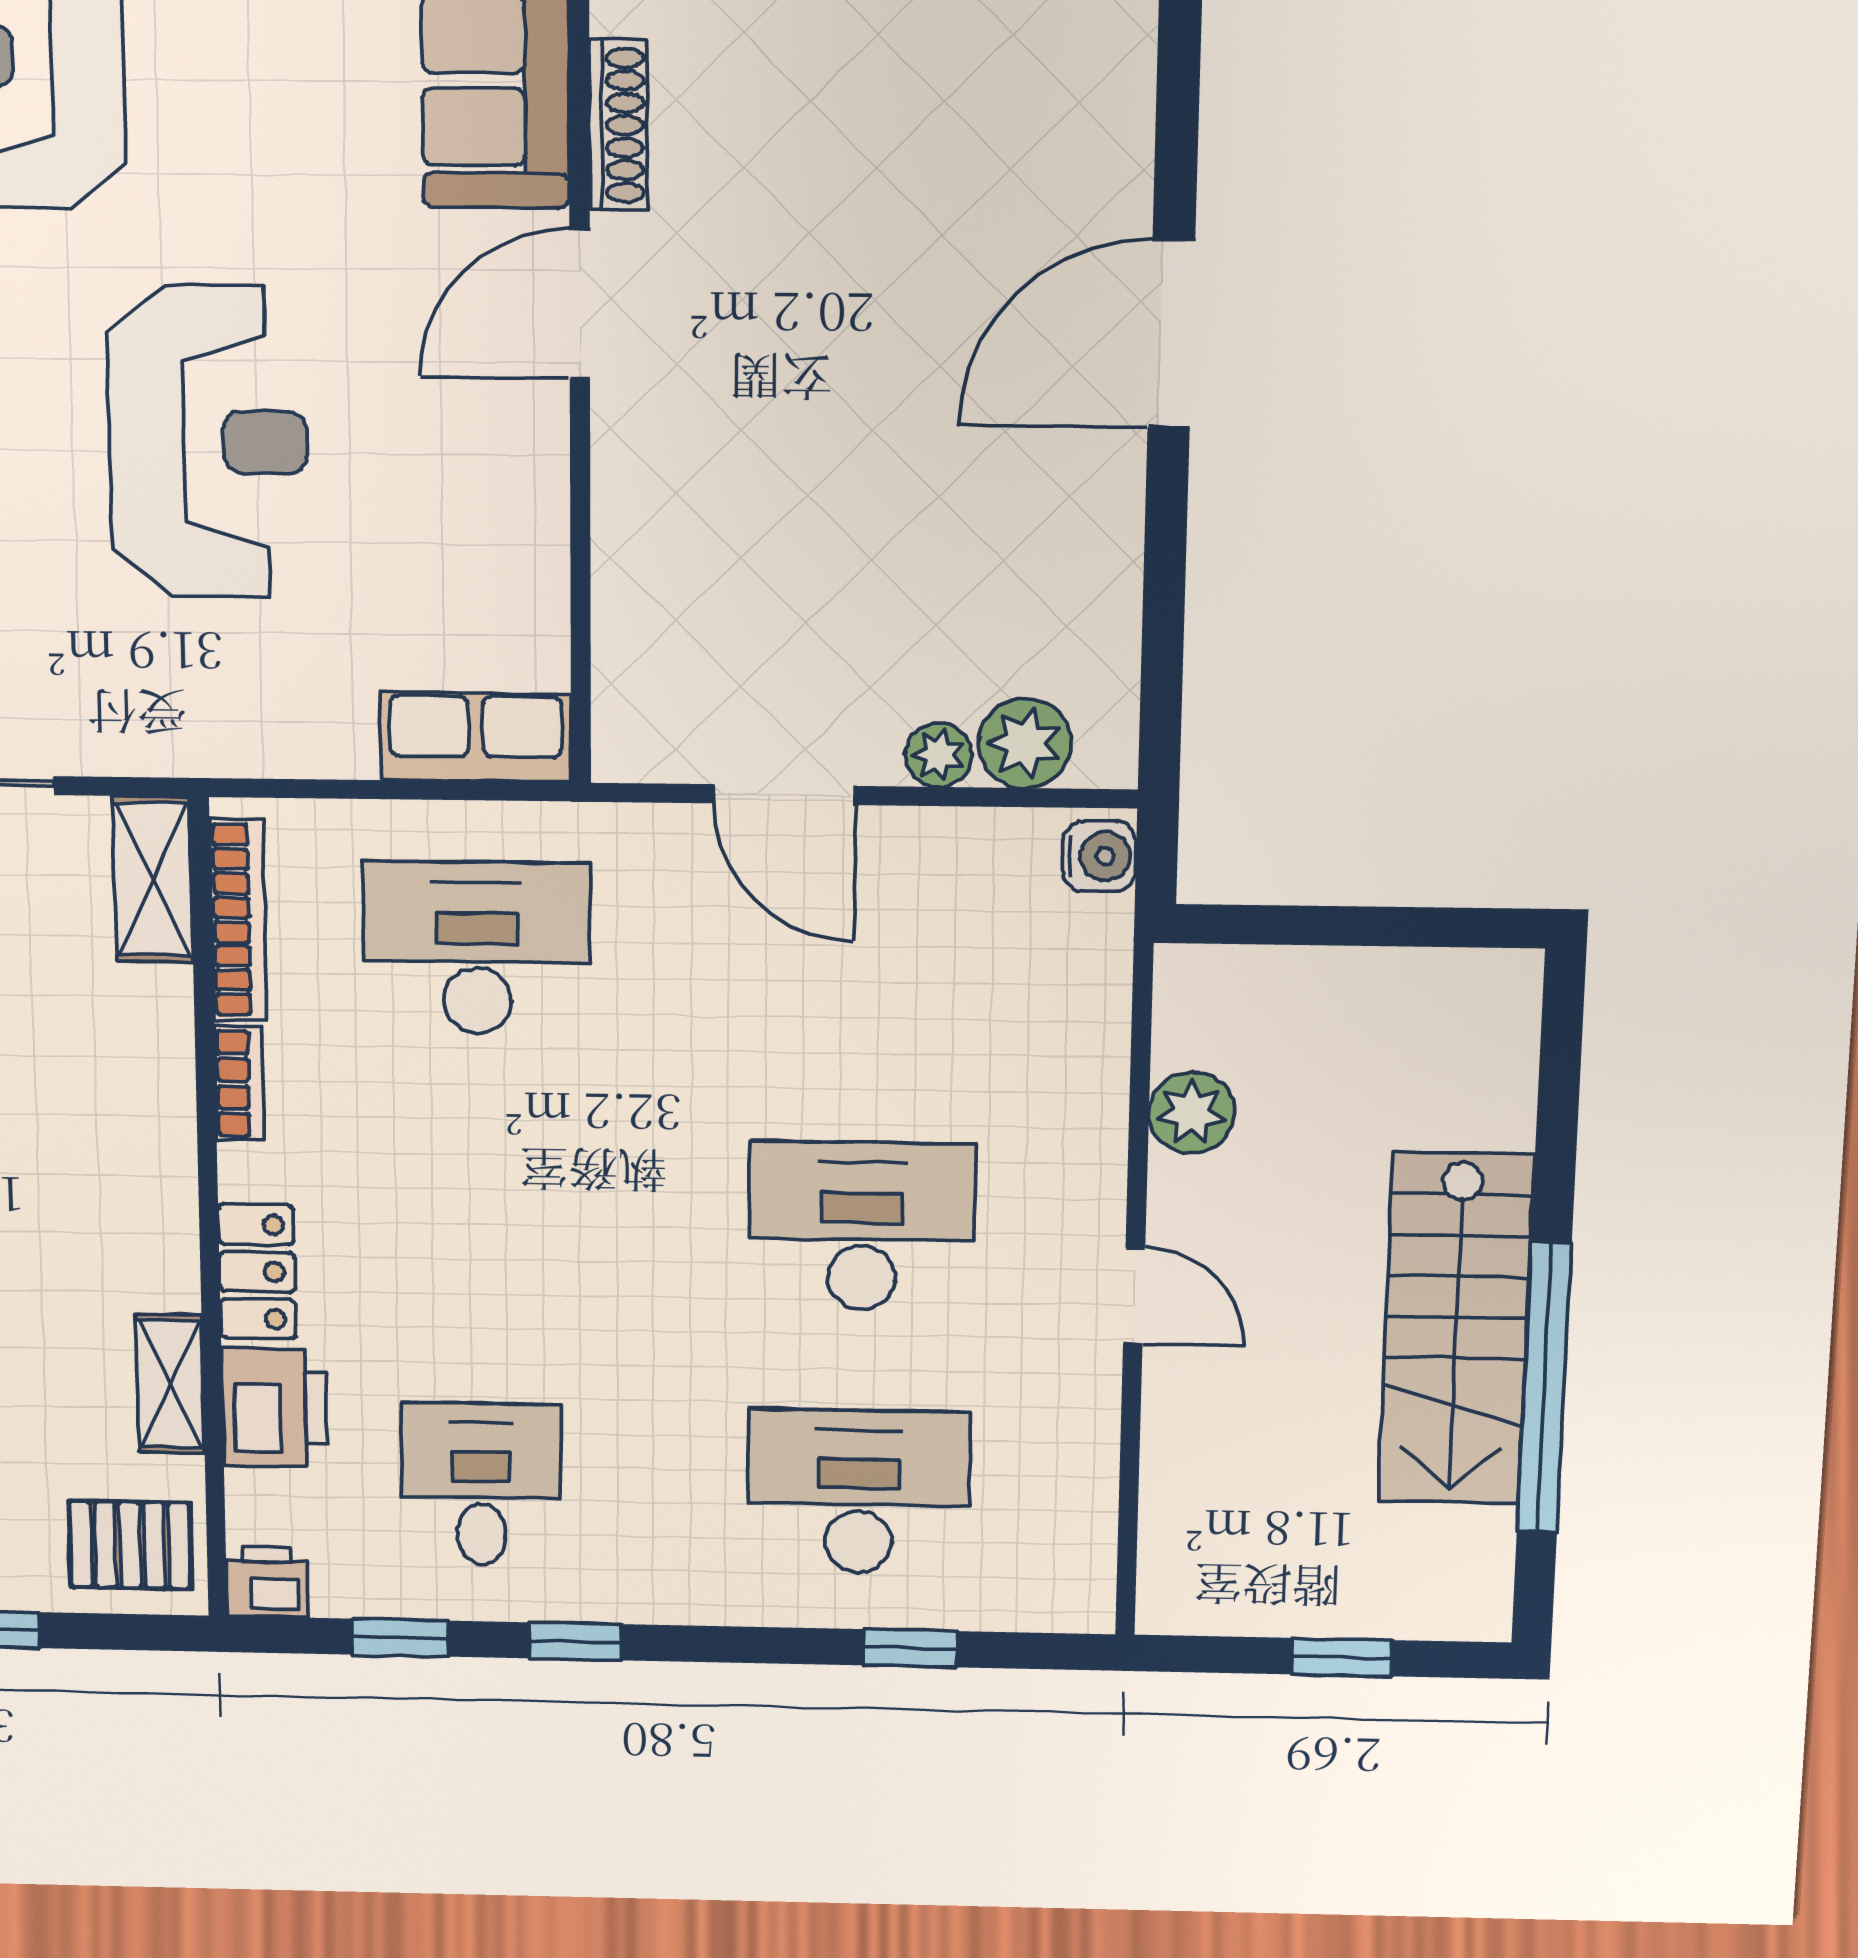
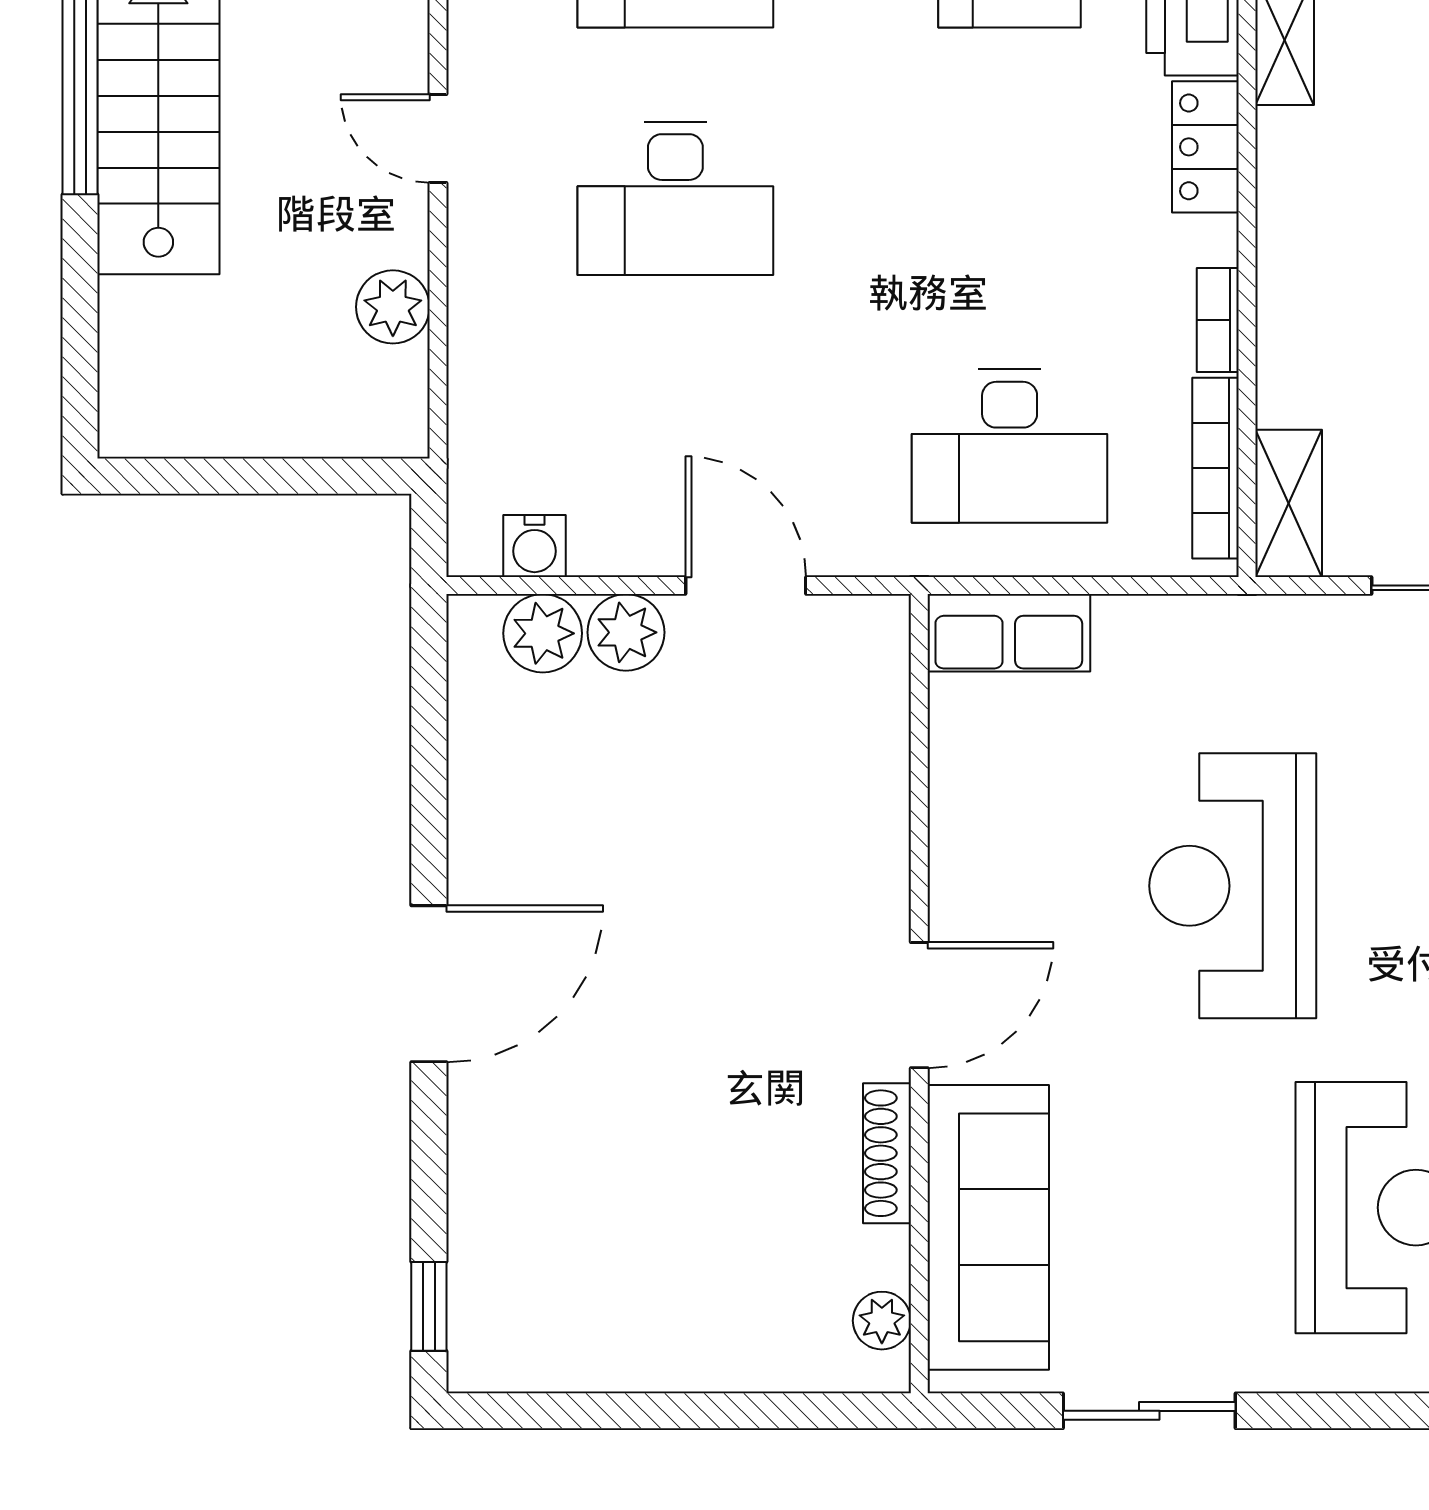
plant: (938, 755) -> (626, 632), width x1.38, depth x1.38
water cooler: (1099, 856) -> (535, 546), moved, turned -90

